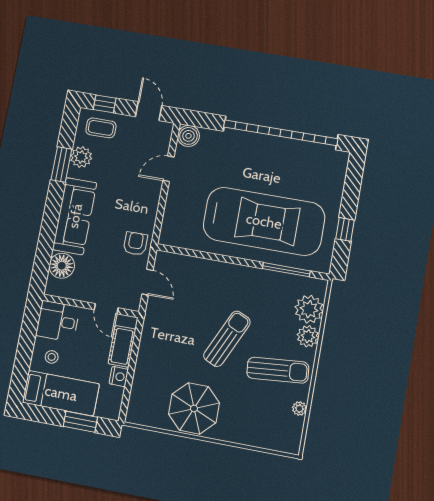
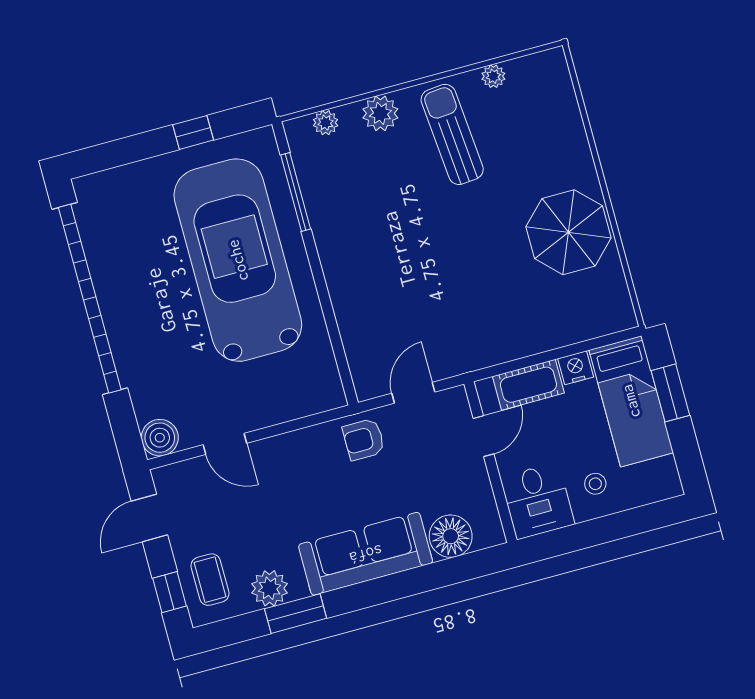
plant: (309, 309) -> (326, 123), width x0.53, depth x0.53
sun lounger: (227, 339) -> (442, 232), removed
bed: (61, 393) -> (631, 401), moved, turned 180

